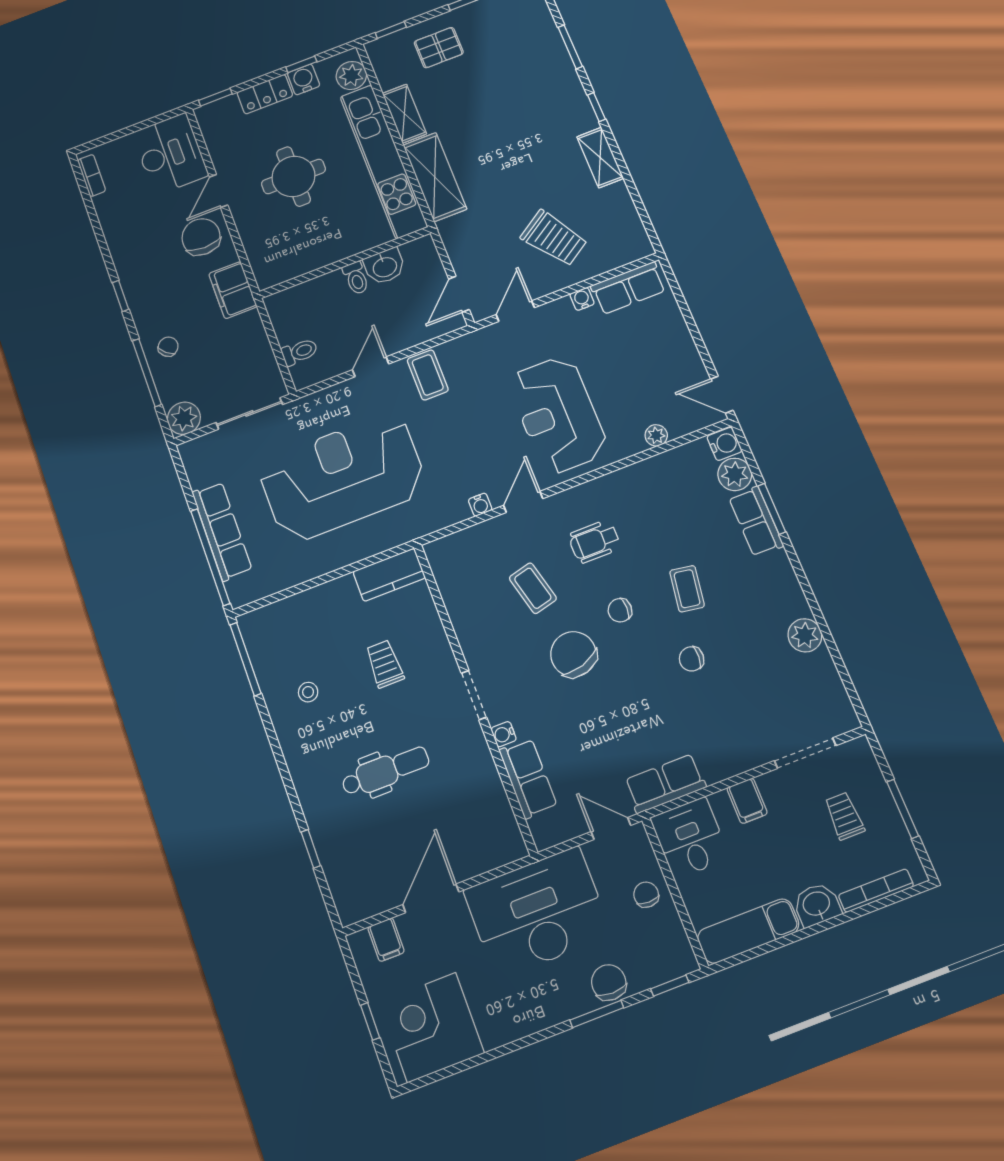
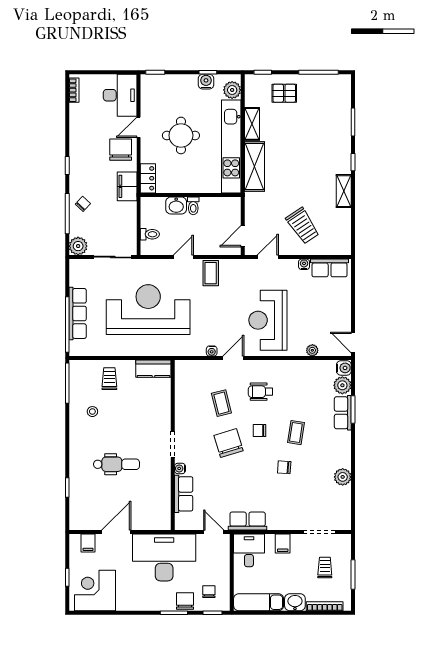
locker: (265, 94) -> (148, 178), moved, turned -90
washbasin: (385, 266) -> (176, 205), moved
trolley: (385, 664) -> (109, 379), moved
chair: (646, 895) -> (209, 592), moved

